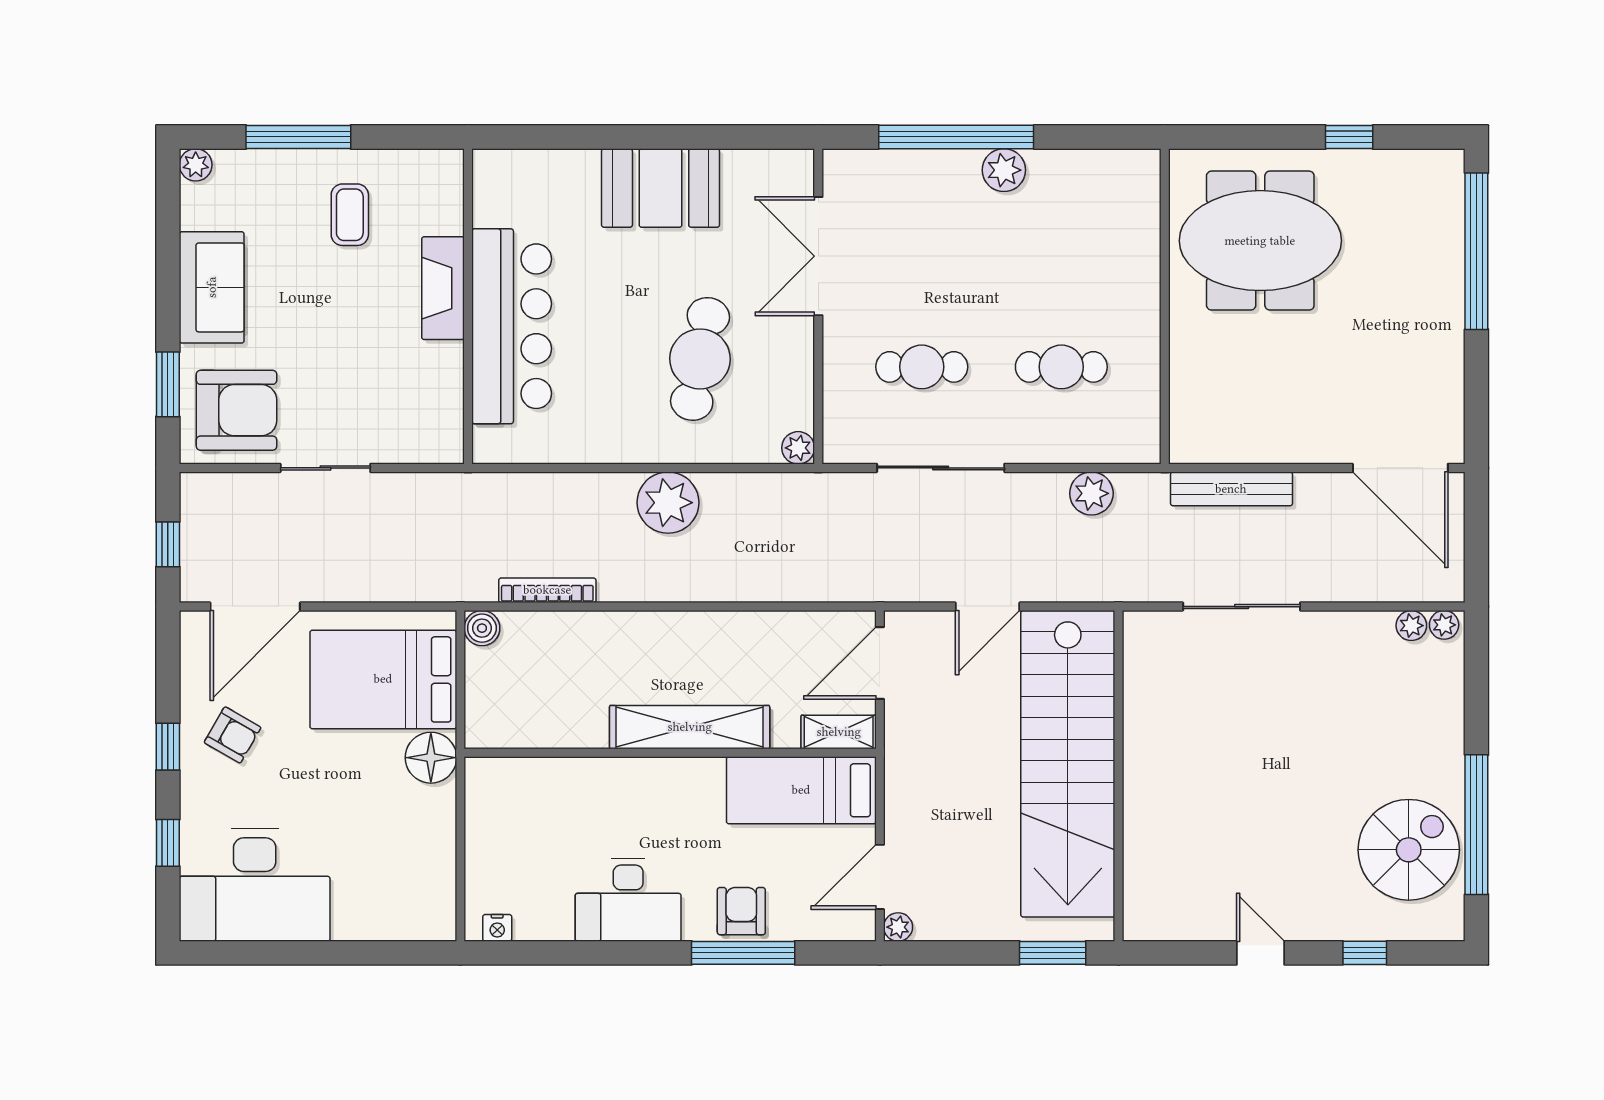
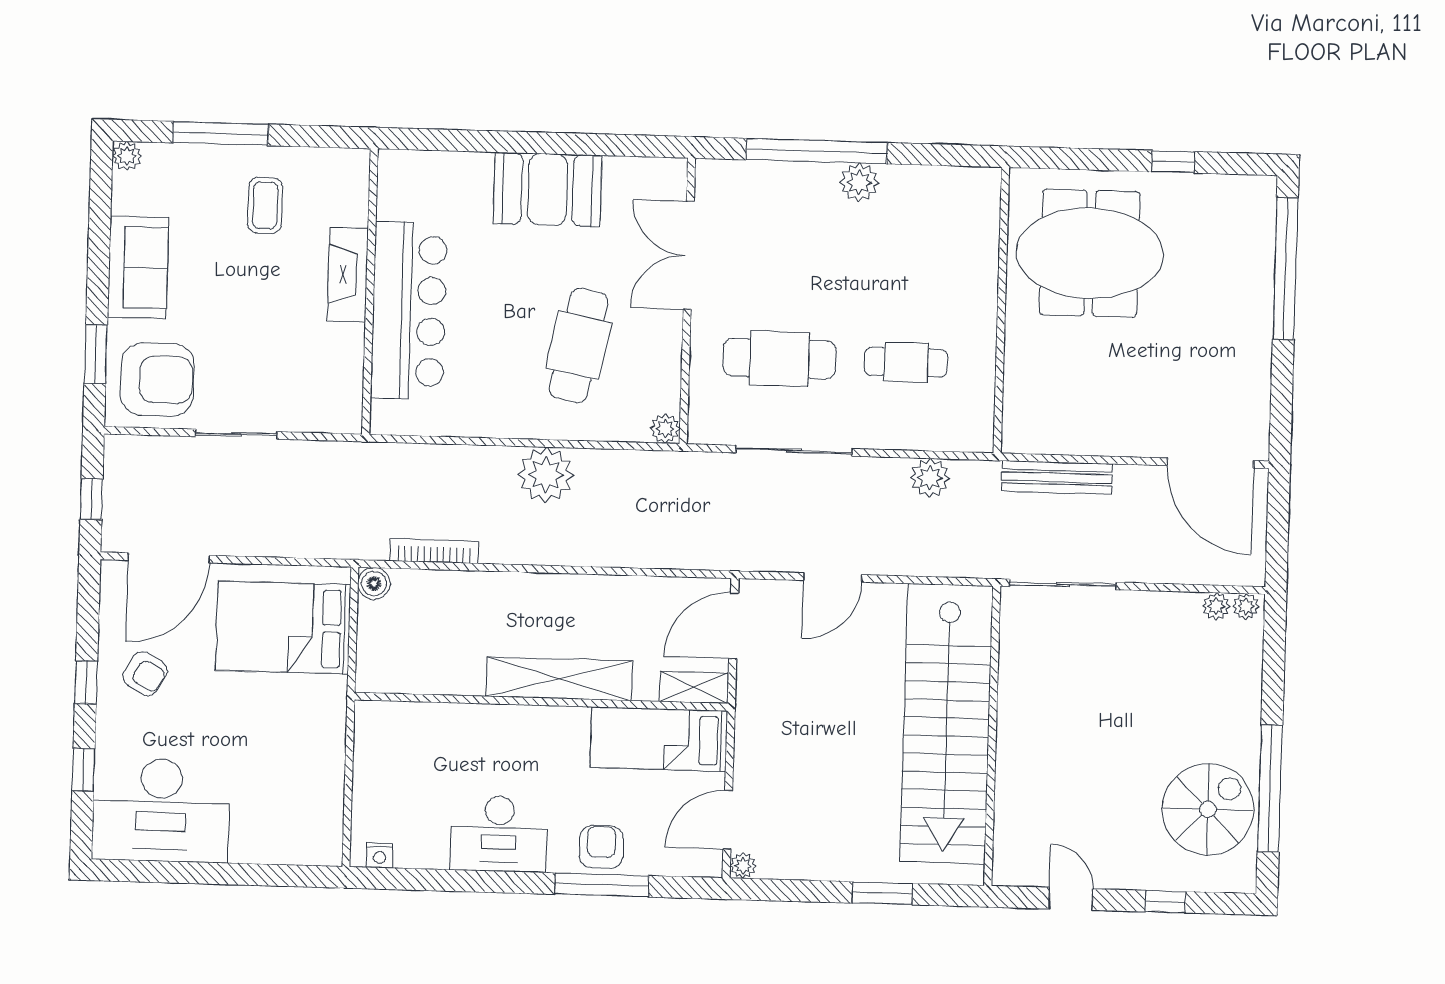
cafe table: (922, 367) -> (779, 359), width x1.37, depth x1.35
floor lamp: (431, 758) -> (324, 700), removed
stairs: (1068, 764) -> (947, 724), moved
wall: (1119, 776) -> (992, 736), moved

